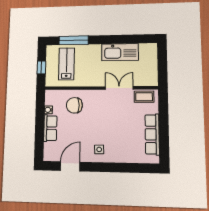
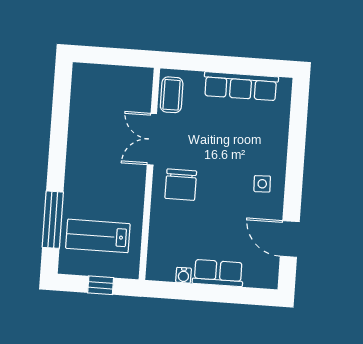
kitchen sink: (120, 52) -> (84, 133), removed
chair: (74, 105) -> (181, 185), moved

